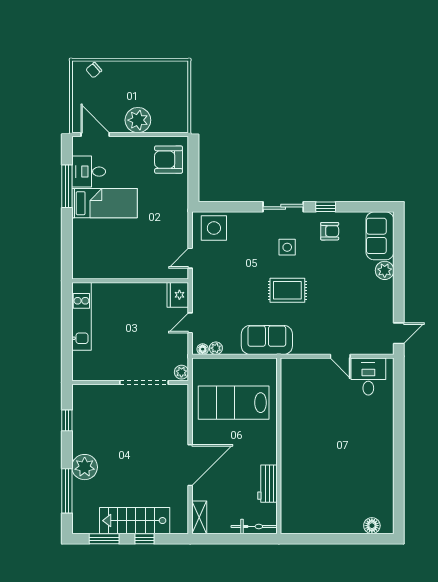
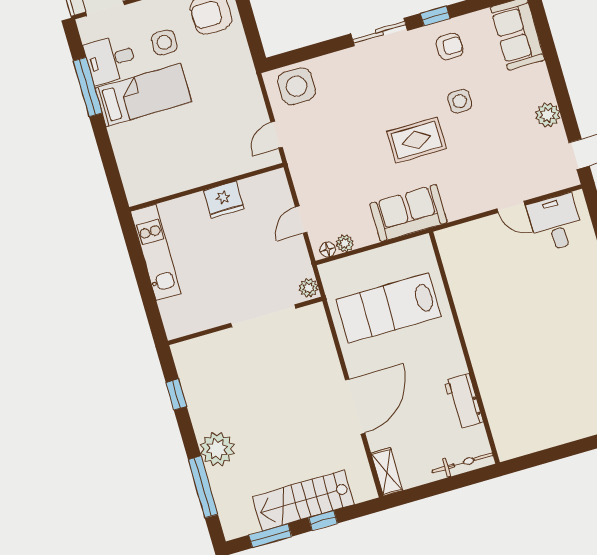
side table: (130, 170) -> (164, 42), added
side table: (287, 247) -> (460, 101), moved
plant: (385, 270) -> (548, 115), moved
fridge: (178, 295) -> (224, 200), moved, turned -90

